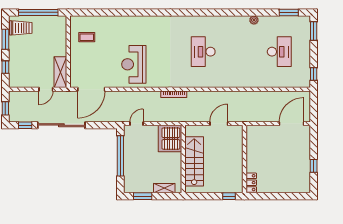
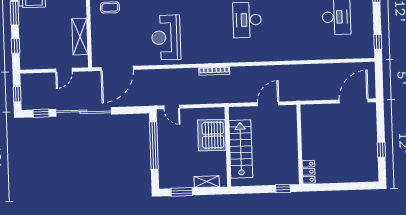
shelving: (60, 72) -> (80, 37), moved
door: (137, 124) -> (172, 107), swing flipped
server rack: (170, 139) -> (212, 135), moved

